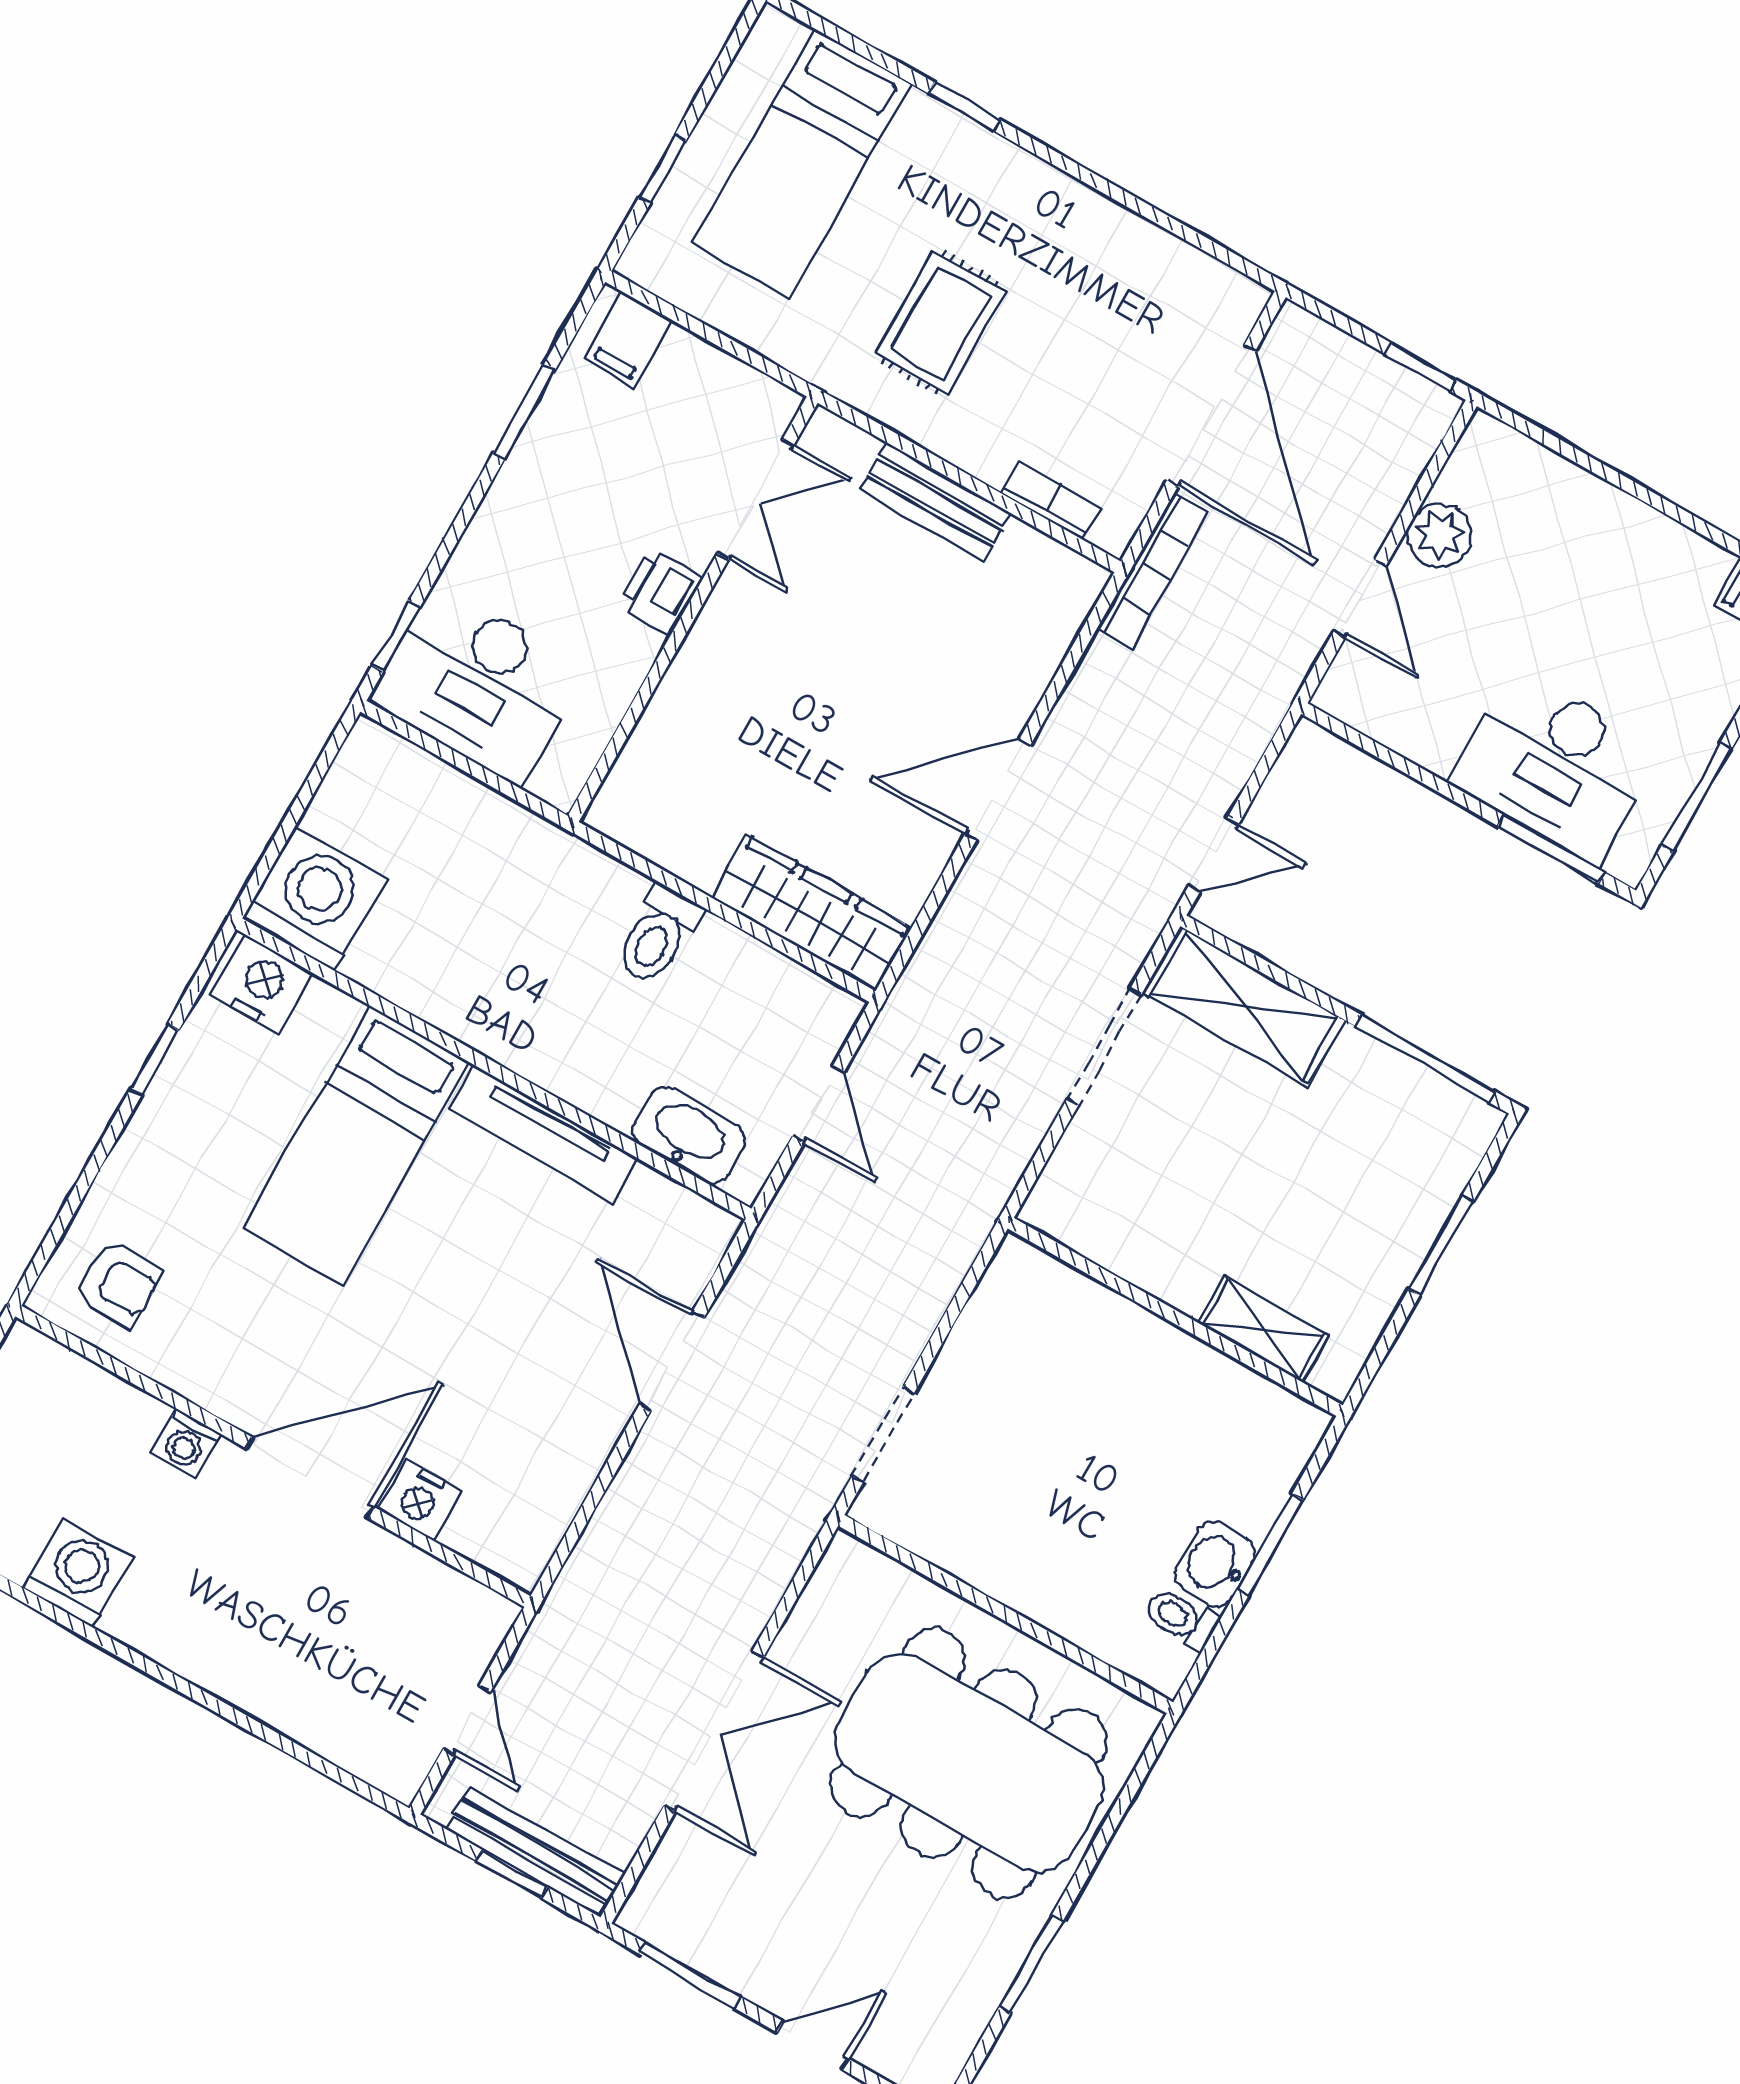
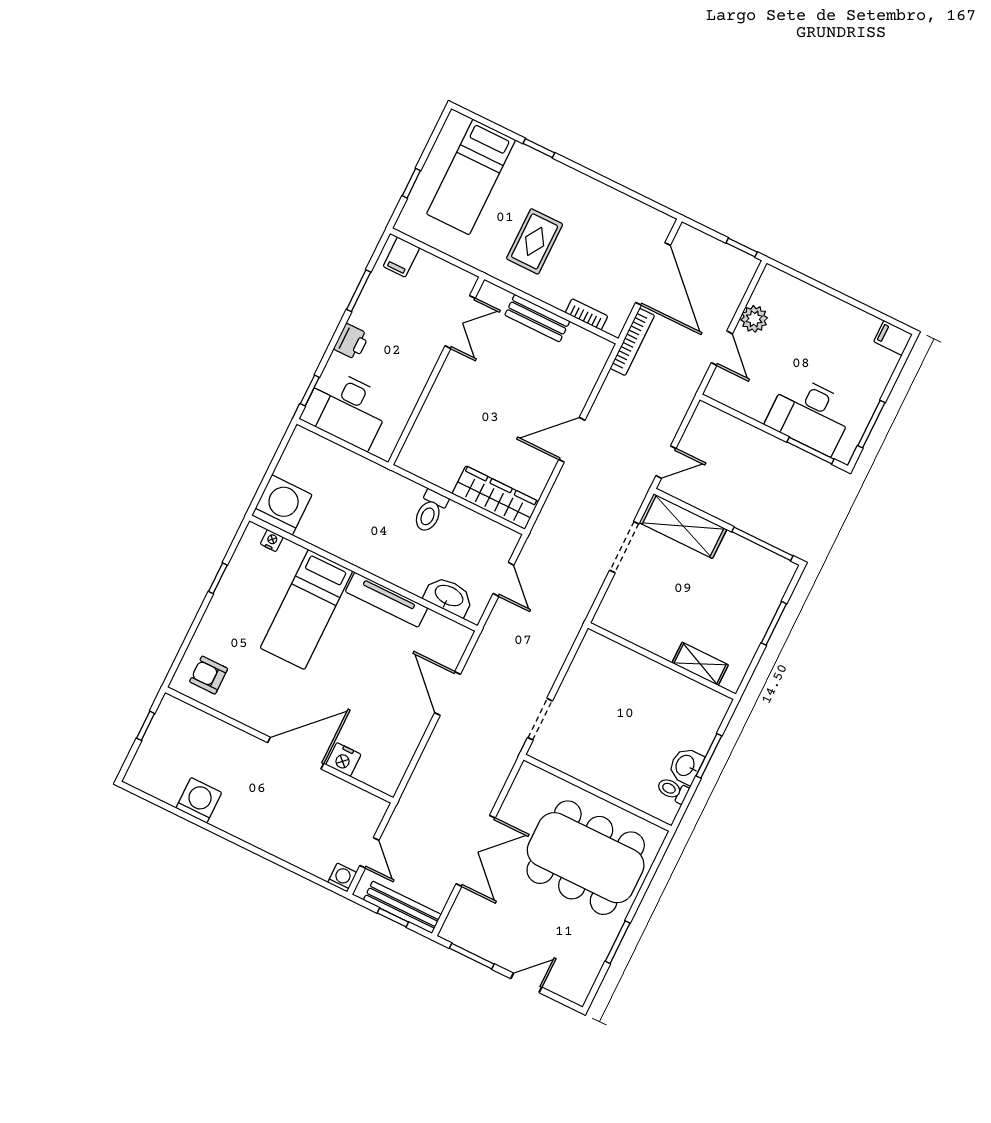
printer: (660, 592) -> (351, 342), moved, turned 180
nightstand: (262, 984) -> (272, 541), width x0.53, depth x0.56
armchair: (119, 1283) -> (209, 675), turned 180
washing machine: (186, 1443) -> (342, 877), moved, turned 180

